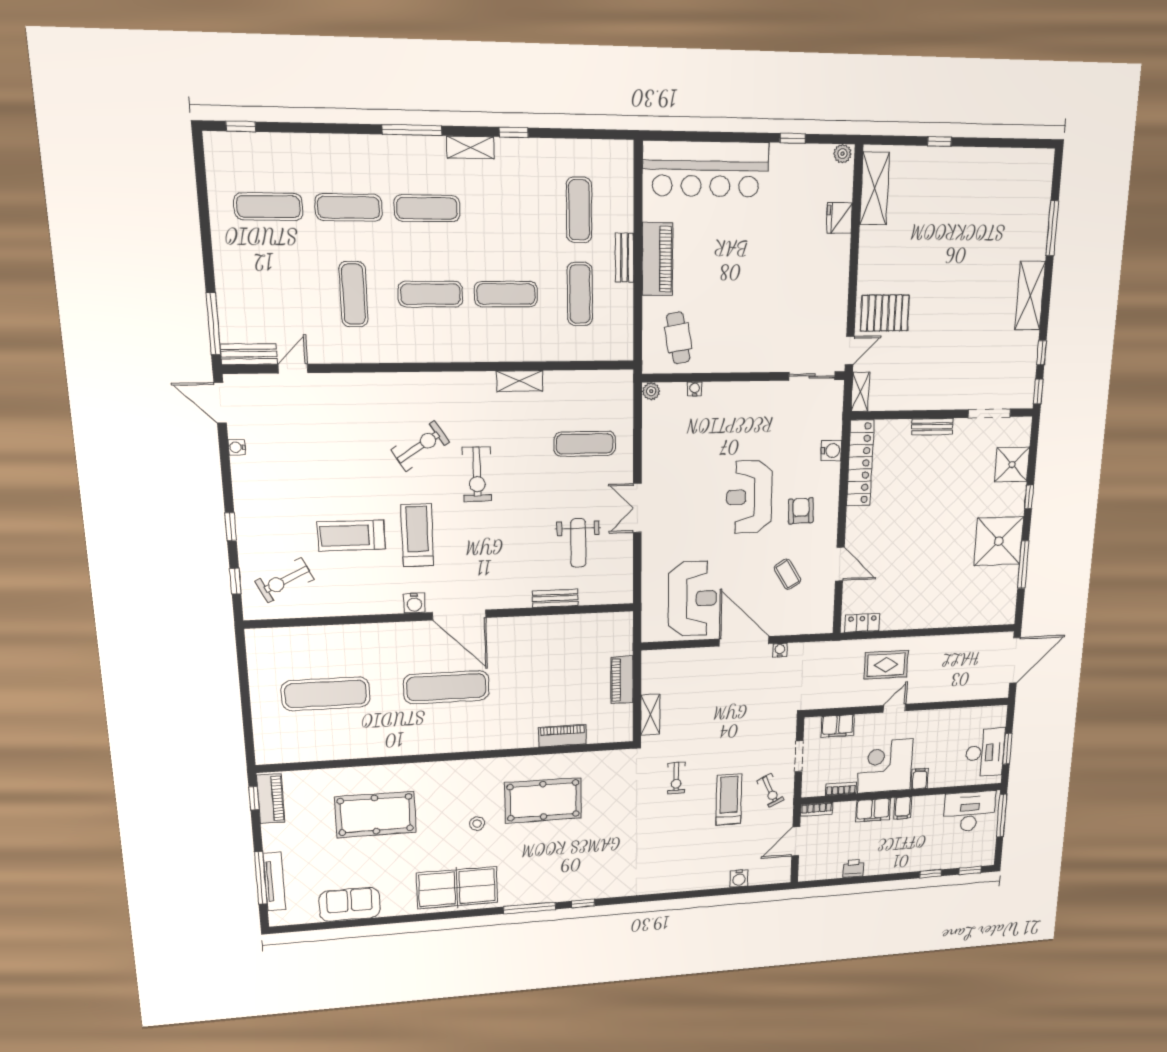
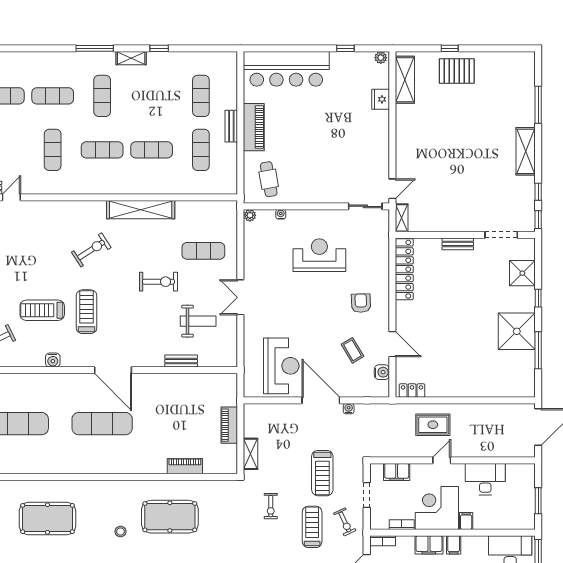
exercise mat: (427, 208) -> (102, 96), turned 90
pallet: (885, 313) -> (457, 71), moved
shelving: (520, 381) -> (141, 210), width x2.20, depth x1.33
water cooler: (831, 451) -> (382, 372), moved
exercise bike: (477, 474) -> (158, 282), moved, turned -90
reception desk: (749, 497) -> (319, 255), moved, turned 90
weight bench: (578, 543) -> (198, 321), turned -90
water cooler: (414, 603) -> (53, 360), moved
treadmill: (744, 733) -> (322, 473), added
desk: (985, 753) -> (485, 479), moved, turned -90

